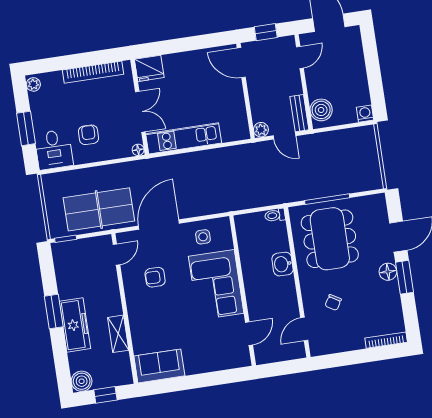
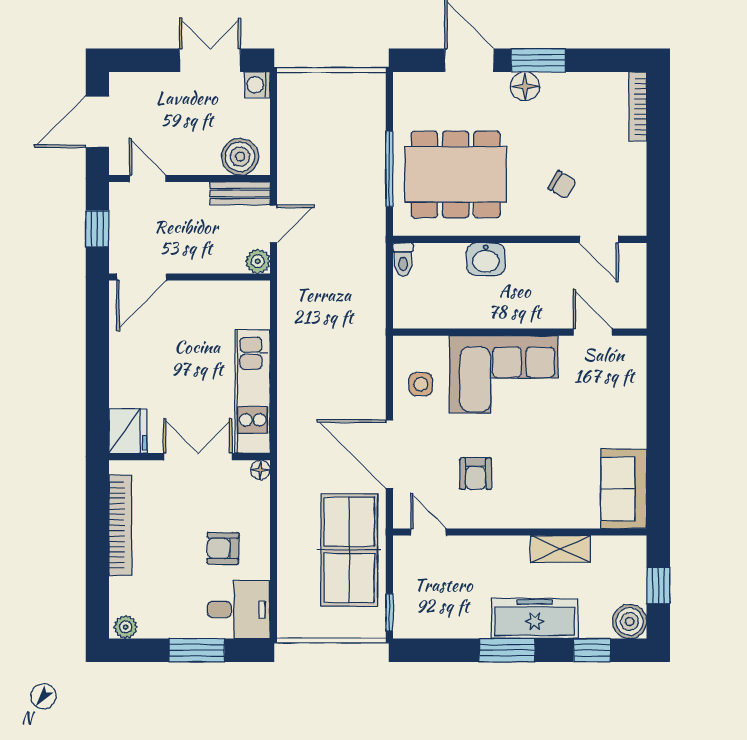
double door: (375, 84) -> (210, 60), added
window: (61, 362) -> (592, 650), added

